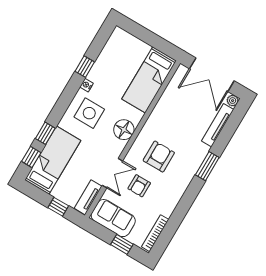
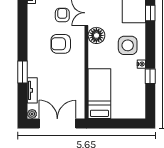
tv unit: (218, 125) -> (32, 90), width x0.71
floor lamp: (124, 130) -> (96, 35), moved
armchair: (159, 157) -> (61, 44), turned 90
window: (207, 166) -> (23, 72), moved

